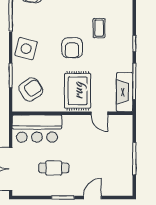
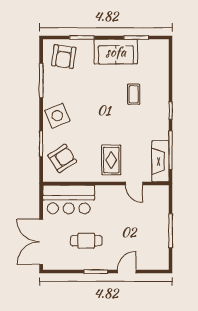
armchair: (72, 48) -> (105, 115), removed
side table: (26, 49) -> (57, 116), turned -37
rug: (78, 91) -> (111, 160), width x0.73, depth x0.70

